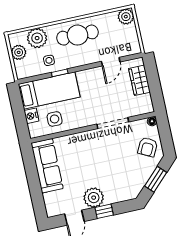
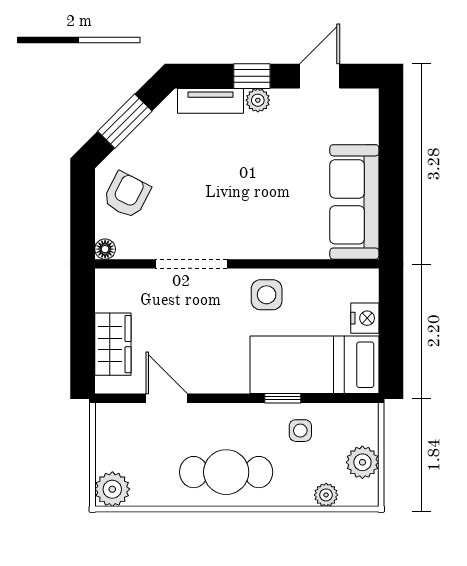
plant: (37, 38) -> (326, 495), width x0.53, depth x0.53
door: (111, 62) -> (167, 398), hinge flipped
side table: (55, 119) -> (267, 295), moved
tv unit: (120, 196) -> (211, 101), added
plant: (94, 198) -> (258, 100), width x0.53, depth x0.53

